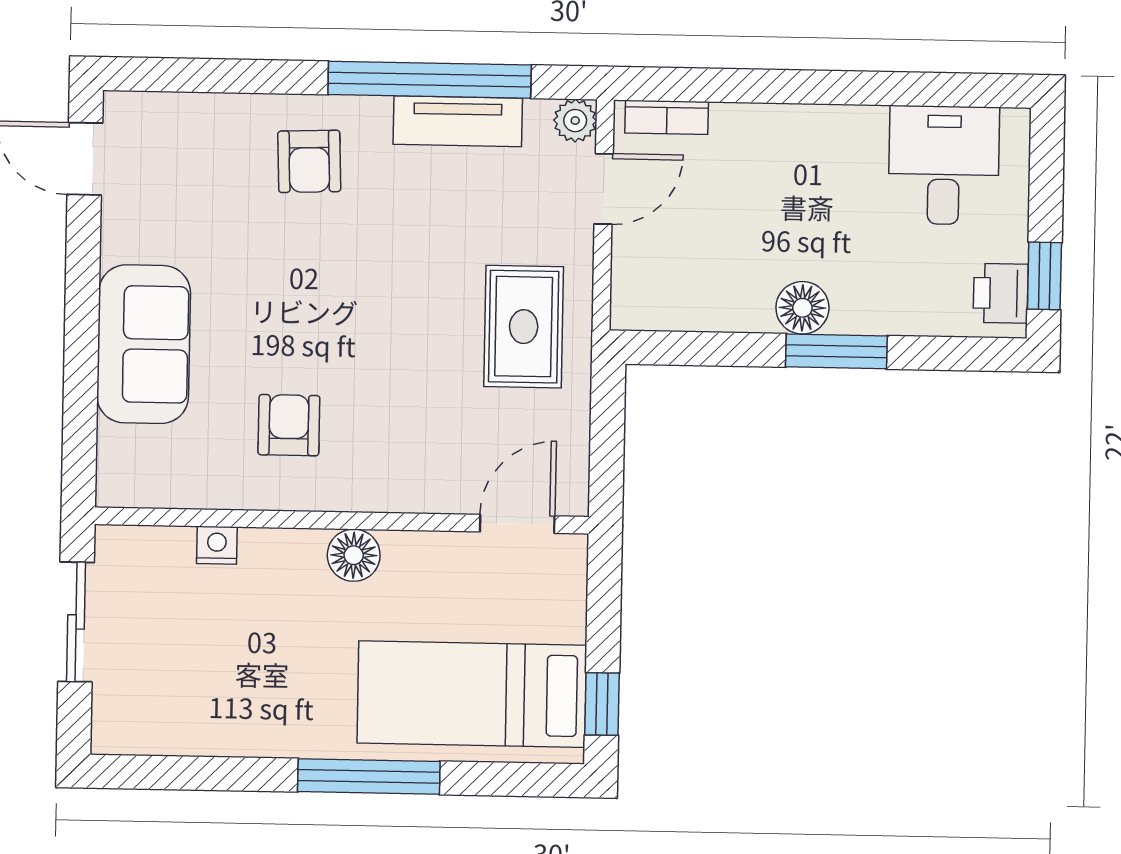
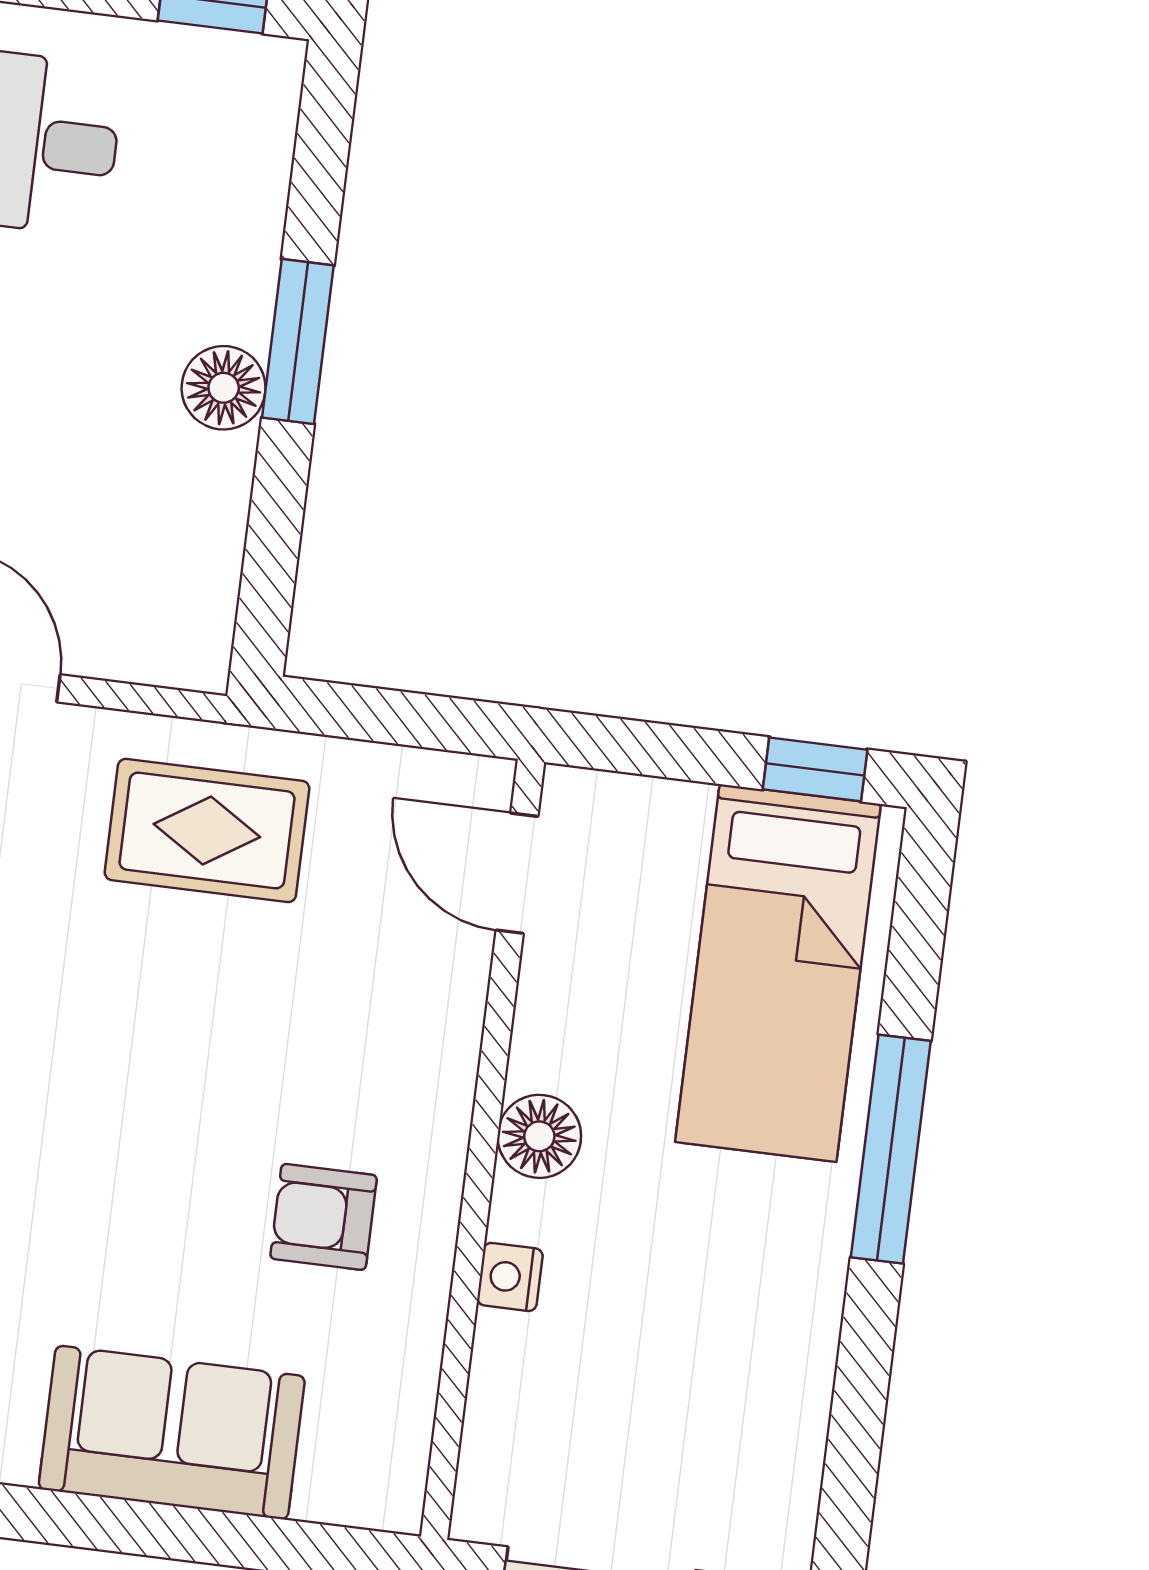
printer: (1001, 293) -> (234, 73), removed
nightstand: (217, 545) -> (510, 1277), moved

